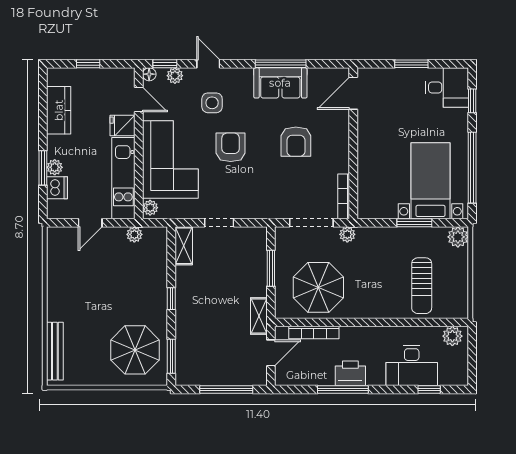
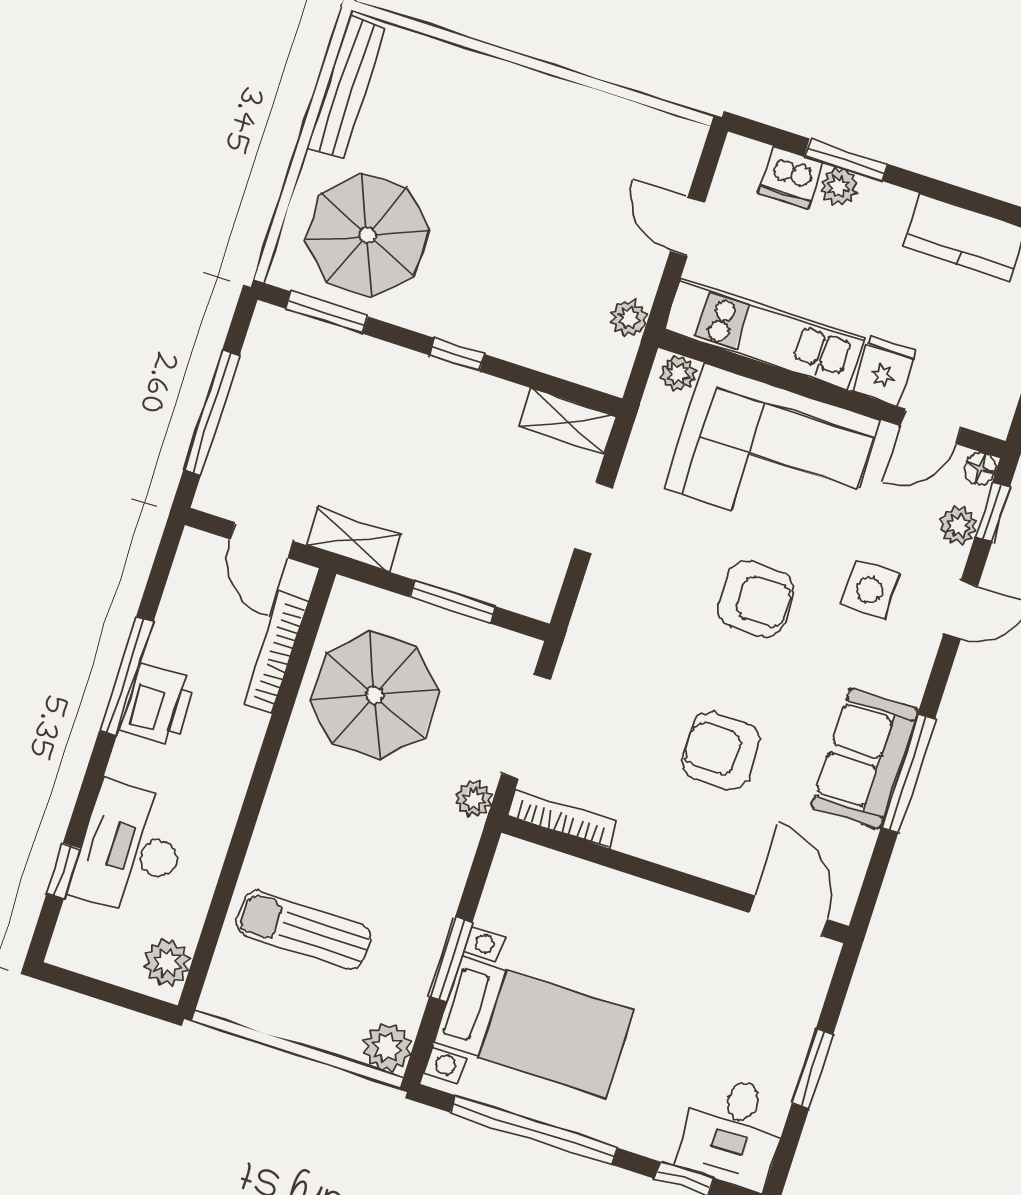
bench: (55, 351) -> (346, 87), moved, turned 90

